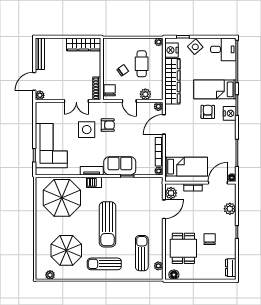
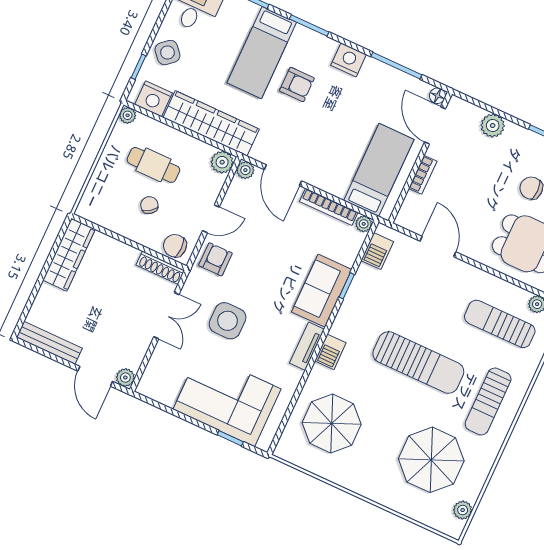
plant: (145, 94) -> (222, 162), moved
armchair: (208, 112) -> (297, 84), turned 180
nightstand: (230, 113) -> (349, 60), moved
armchair: (108, 125) -> (215, 259), moved
barbecue: (149, 183) -> (377, 251), added
plant: (171, 193) -> (414, 220), removed
parasol: (62, 198) -> (332, 423), width x0.73, depth x0.73

